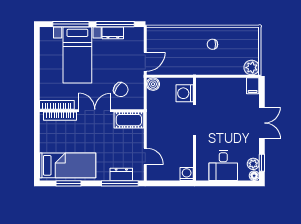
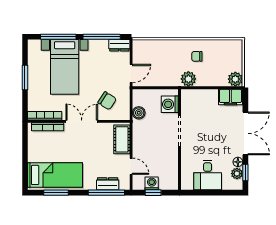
dresser: (113, 33) -> (119, 45), moved
window: (37, 66) -> (25, 77), added
plant: (204, 67) -> (188, 79), added
boiler: (153, 84) -> (139, 113), moved
filing cabinet: (253, 86) -> (230, 97), width x2.00
cot: (129, 120) -> (122, 139), moved, turned 90
double door: (262, 123) -> (245, 133), width x1.37
washing machine: (187, 174) -> (152, 183), moved
floor lamp: (254, 176) -> (238, 162), moved
window: (168, 183) -> (153, 193), added

